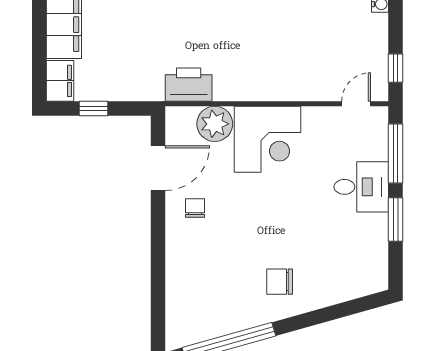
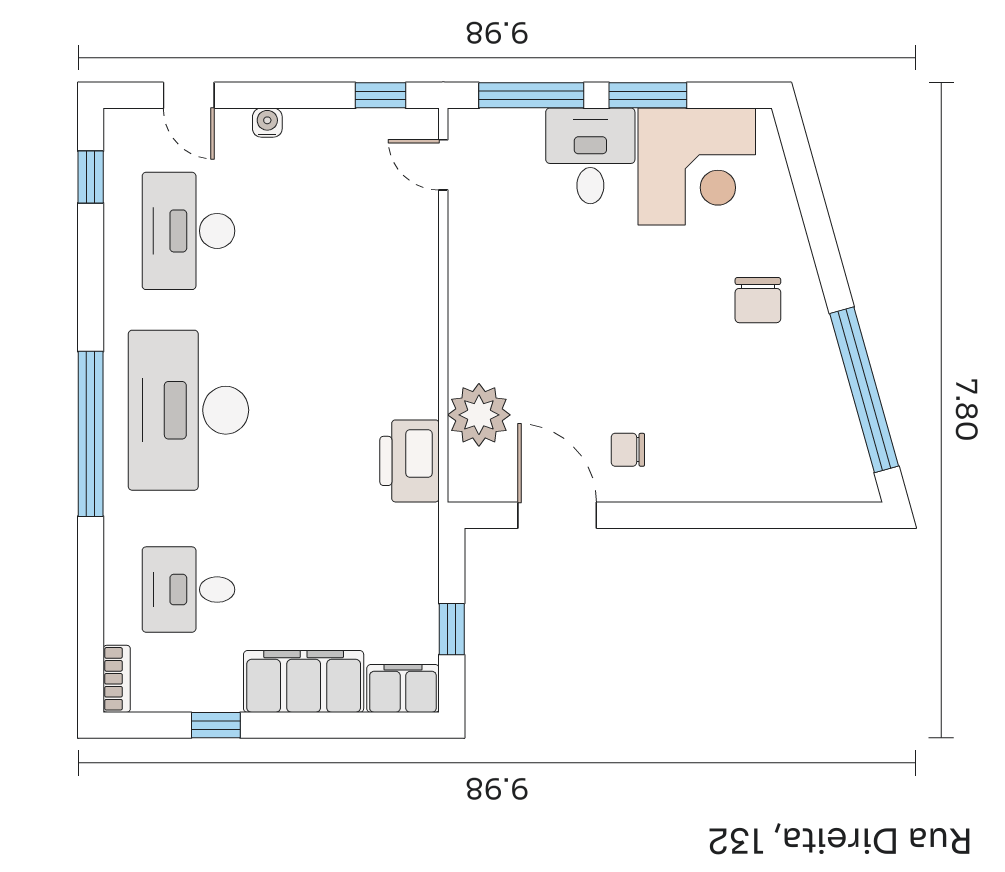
corner desk: (268, 139) -> (697, 167), moved, turned 90

